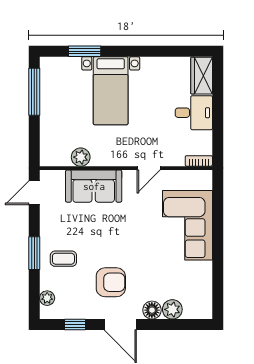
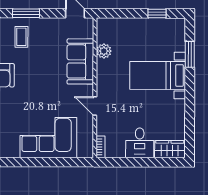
window: (34, 92) -> (157, 13), width x0.46

